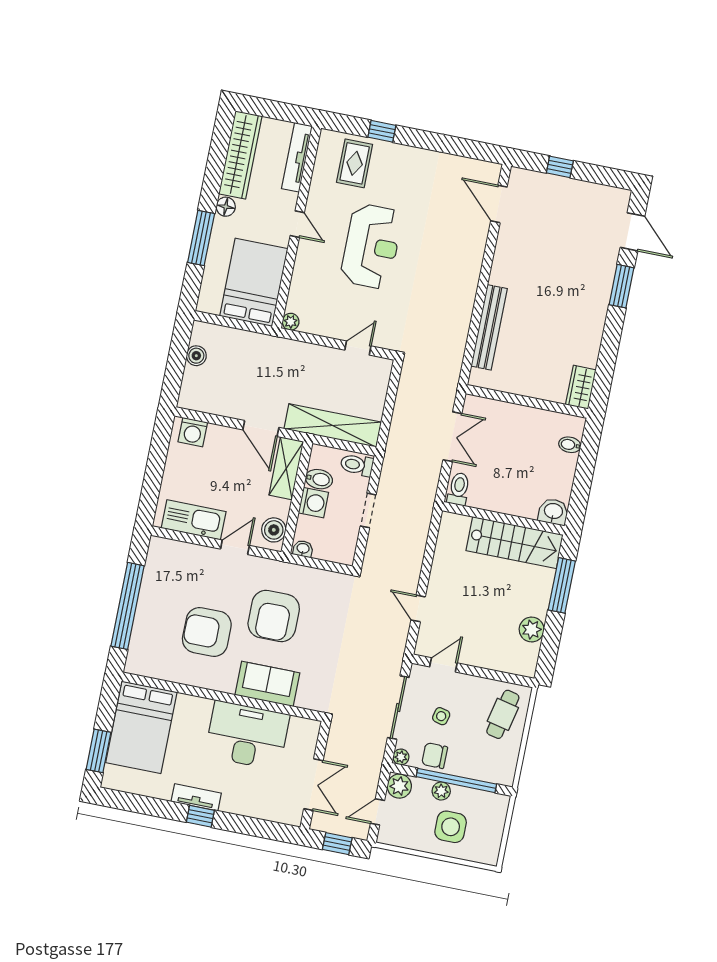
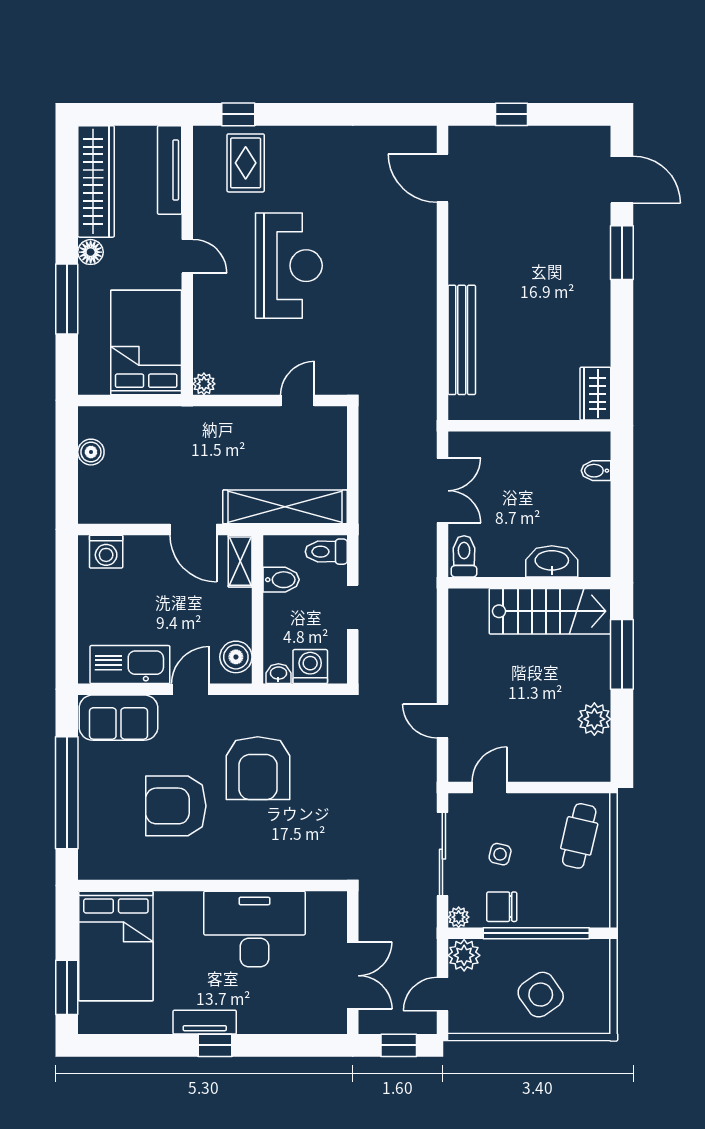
window: (382, 131) -> (238, 114), moved
shelving: (286, 468) -> (240, 561), width x0.67, depth x0.75
washing machine: (313, 503) -> (310, 667), moved, turned -90
washbasin: (553, 512) -> (552, 561), moved, width x1.38
sofa: (267, 684) -> (119, 718), moved, turned 180
plant: (441, 791) -> (519, 951), removed
side table: (451, 827) -> (541, 995), turned -35

